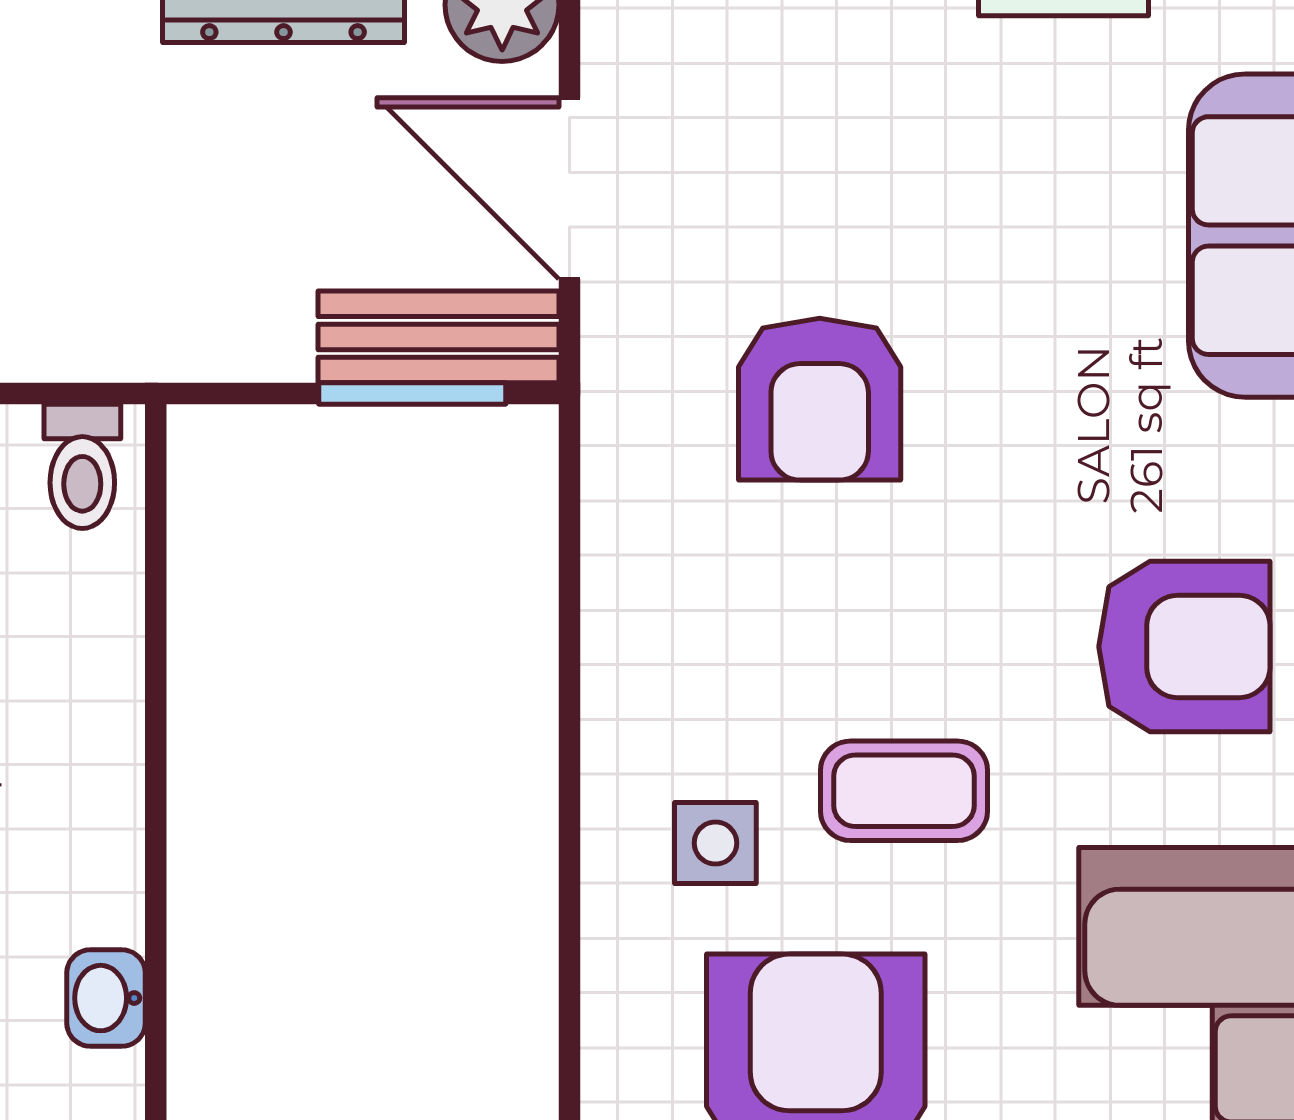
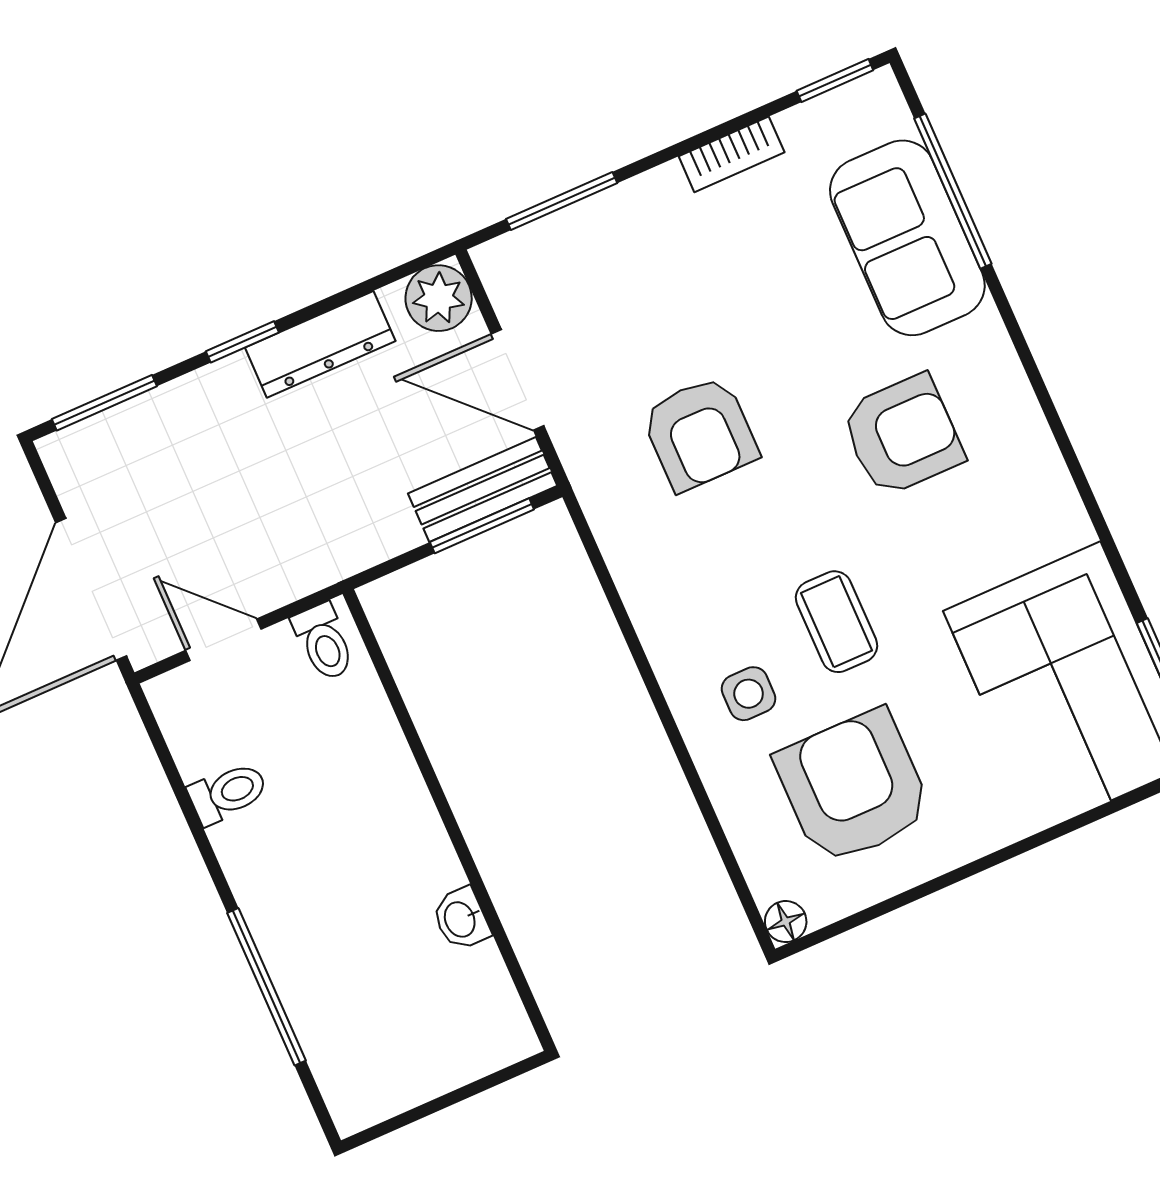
armchair: (1184, 647) -> (902, 435), moved
coffee table: (904, 791) -> (836, 622), turned 90

